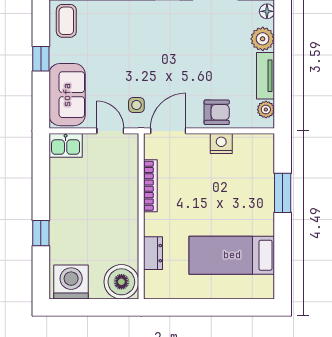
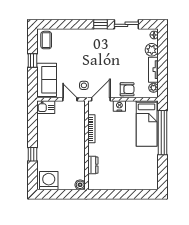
nightstand: (221, 143) -> (119, 106), moved
window: (283, 193) -> (163, 133), width x2.11
bed: (232, 255) -> (147, 124), moved, turned -90
boiler: (121, 282) -> (80, 185), width x0.54, depth x0.54

